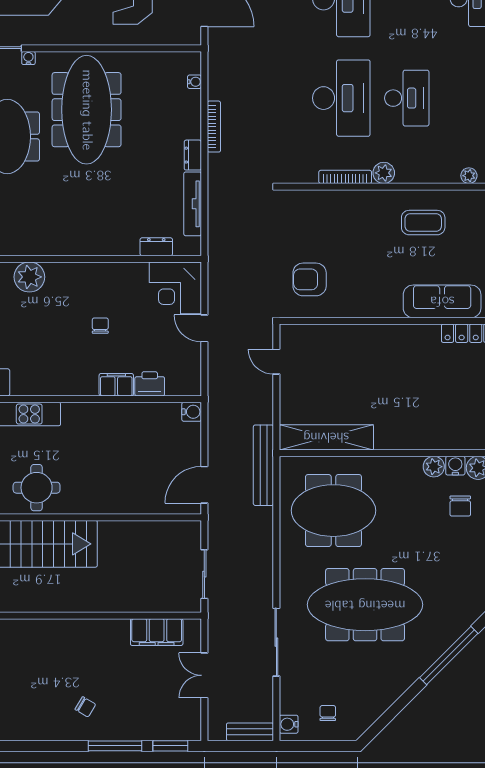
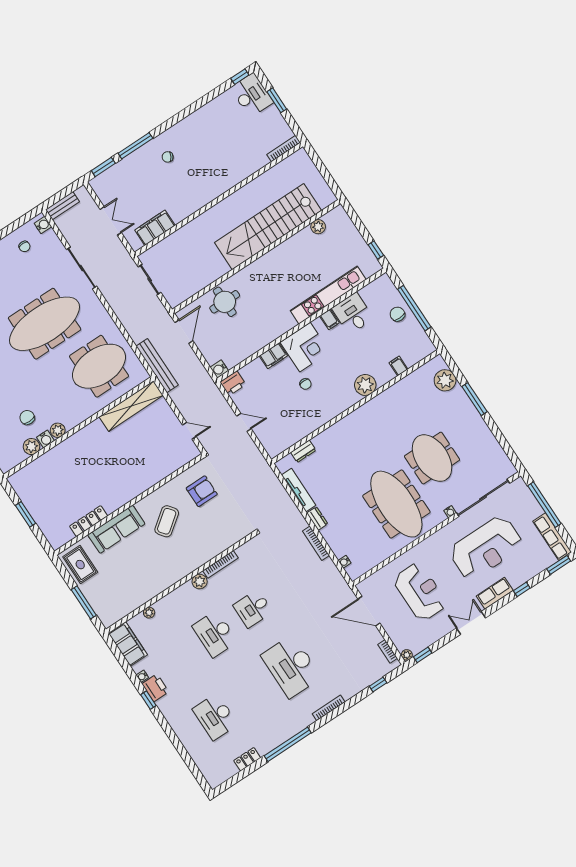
desk: (341, 98) -> (253, 609), width x0.53, depth x0.77
coffee table: (423, 223) -> (167, 521), moved, turned -37
corner desk: (175, 288) -> (305, 347), moved, turned 90
filing cabinet: (20, 384) -> (329, 319), added
printer: (150, 384) -> (233, 383), moved
round table: (37, 488) -> (225, 302), moved

